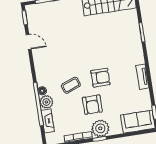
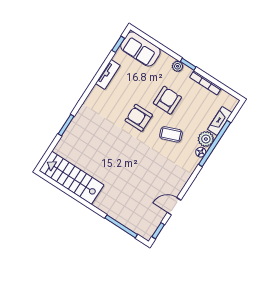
door: (29, 42) -> (174, 206), hinge flipped
tv unit: (142, 77) -> (108, 74), moved
plant: (100, 128) -> (178, 66), width x0.53, depth x0.53

